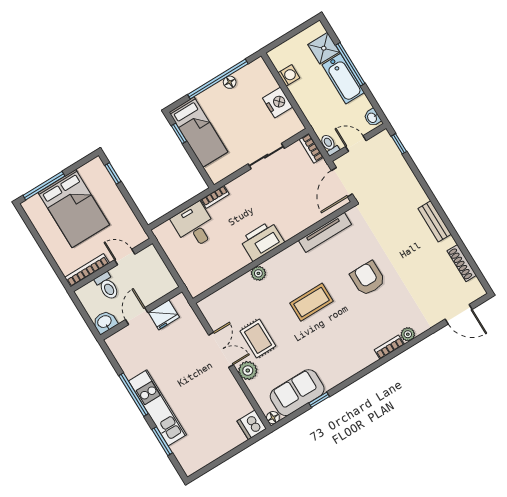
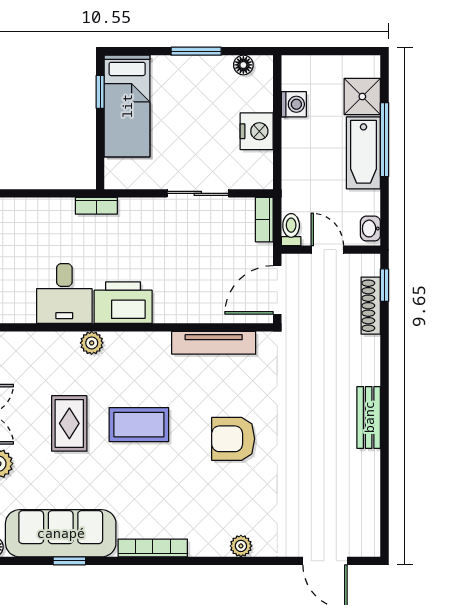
window: (218, 79) -> (196, 51), width x0.47
floor lamp: (230, 82) -> (243, 65), moved
desk: (194, 226) -> (64, 294), moved, turned 180
shoe rack: (462, 263) -> (371, 306), moved
armchair: (368, 278) -> (233, 439), turned -90
rug: (258, 339) -> (69, 423), moved
bookcase: (389, 347) -> (153, 548), moved, width x1.56
sofa: (297, 393) -> (61, 533), width x1.36

